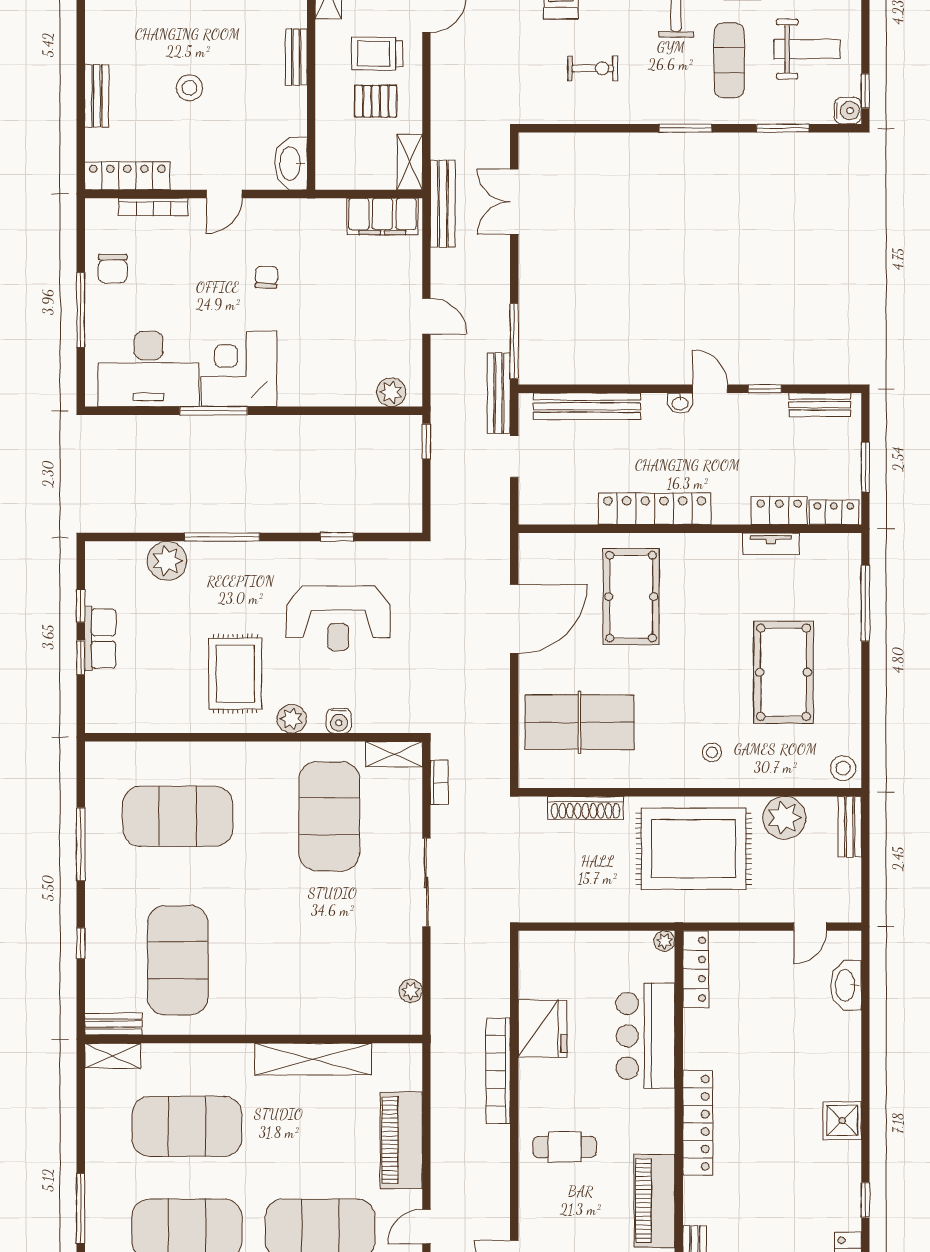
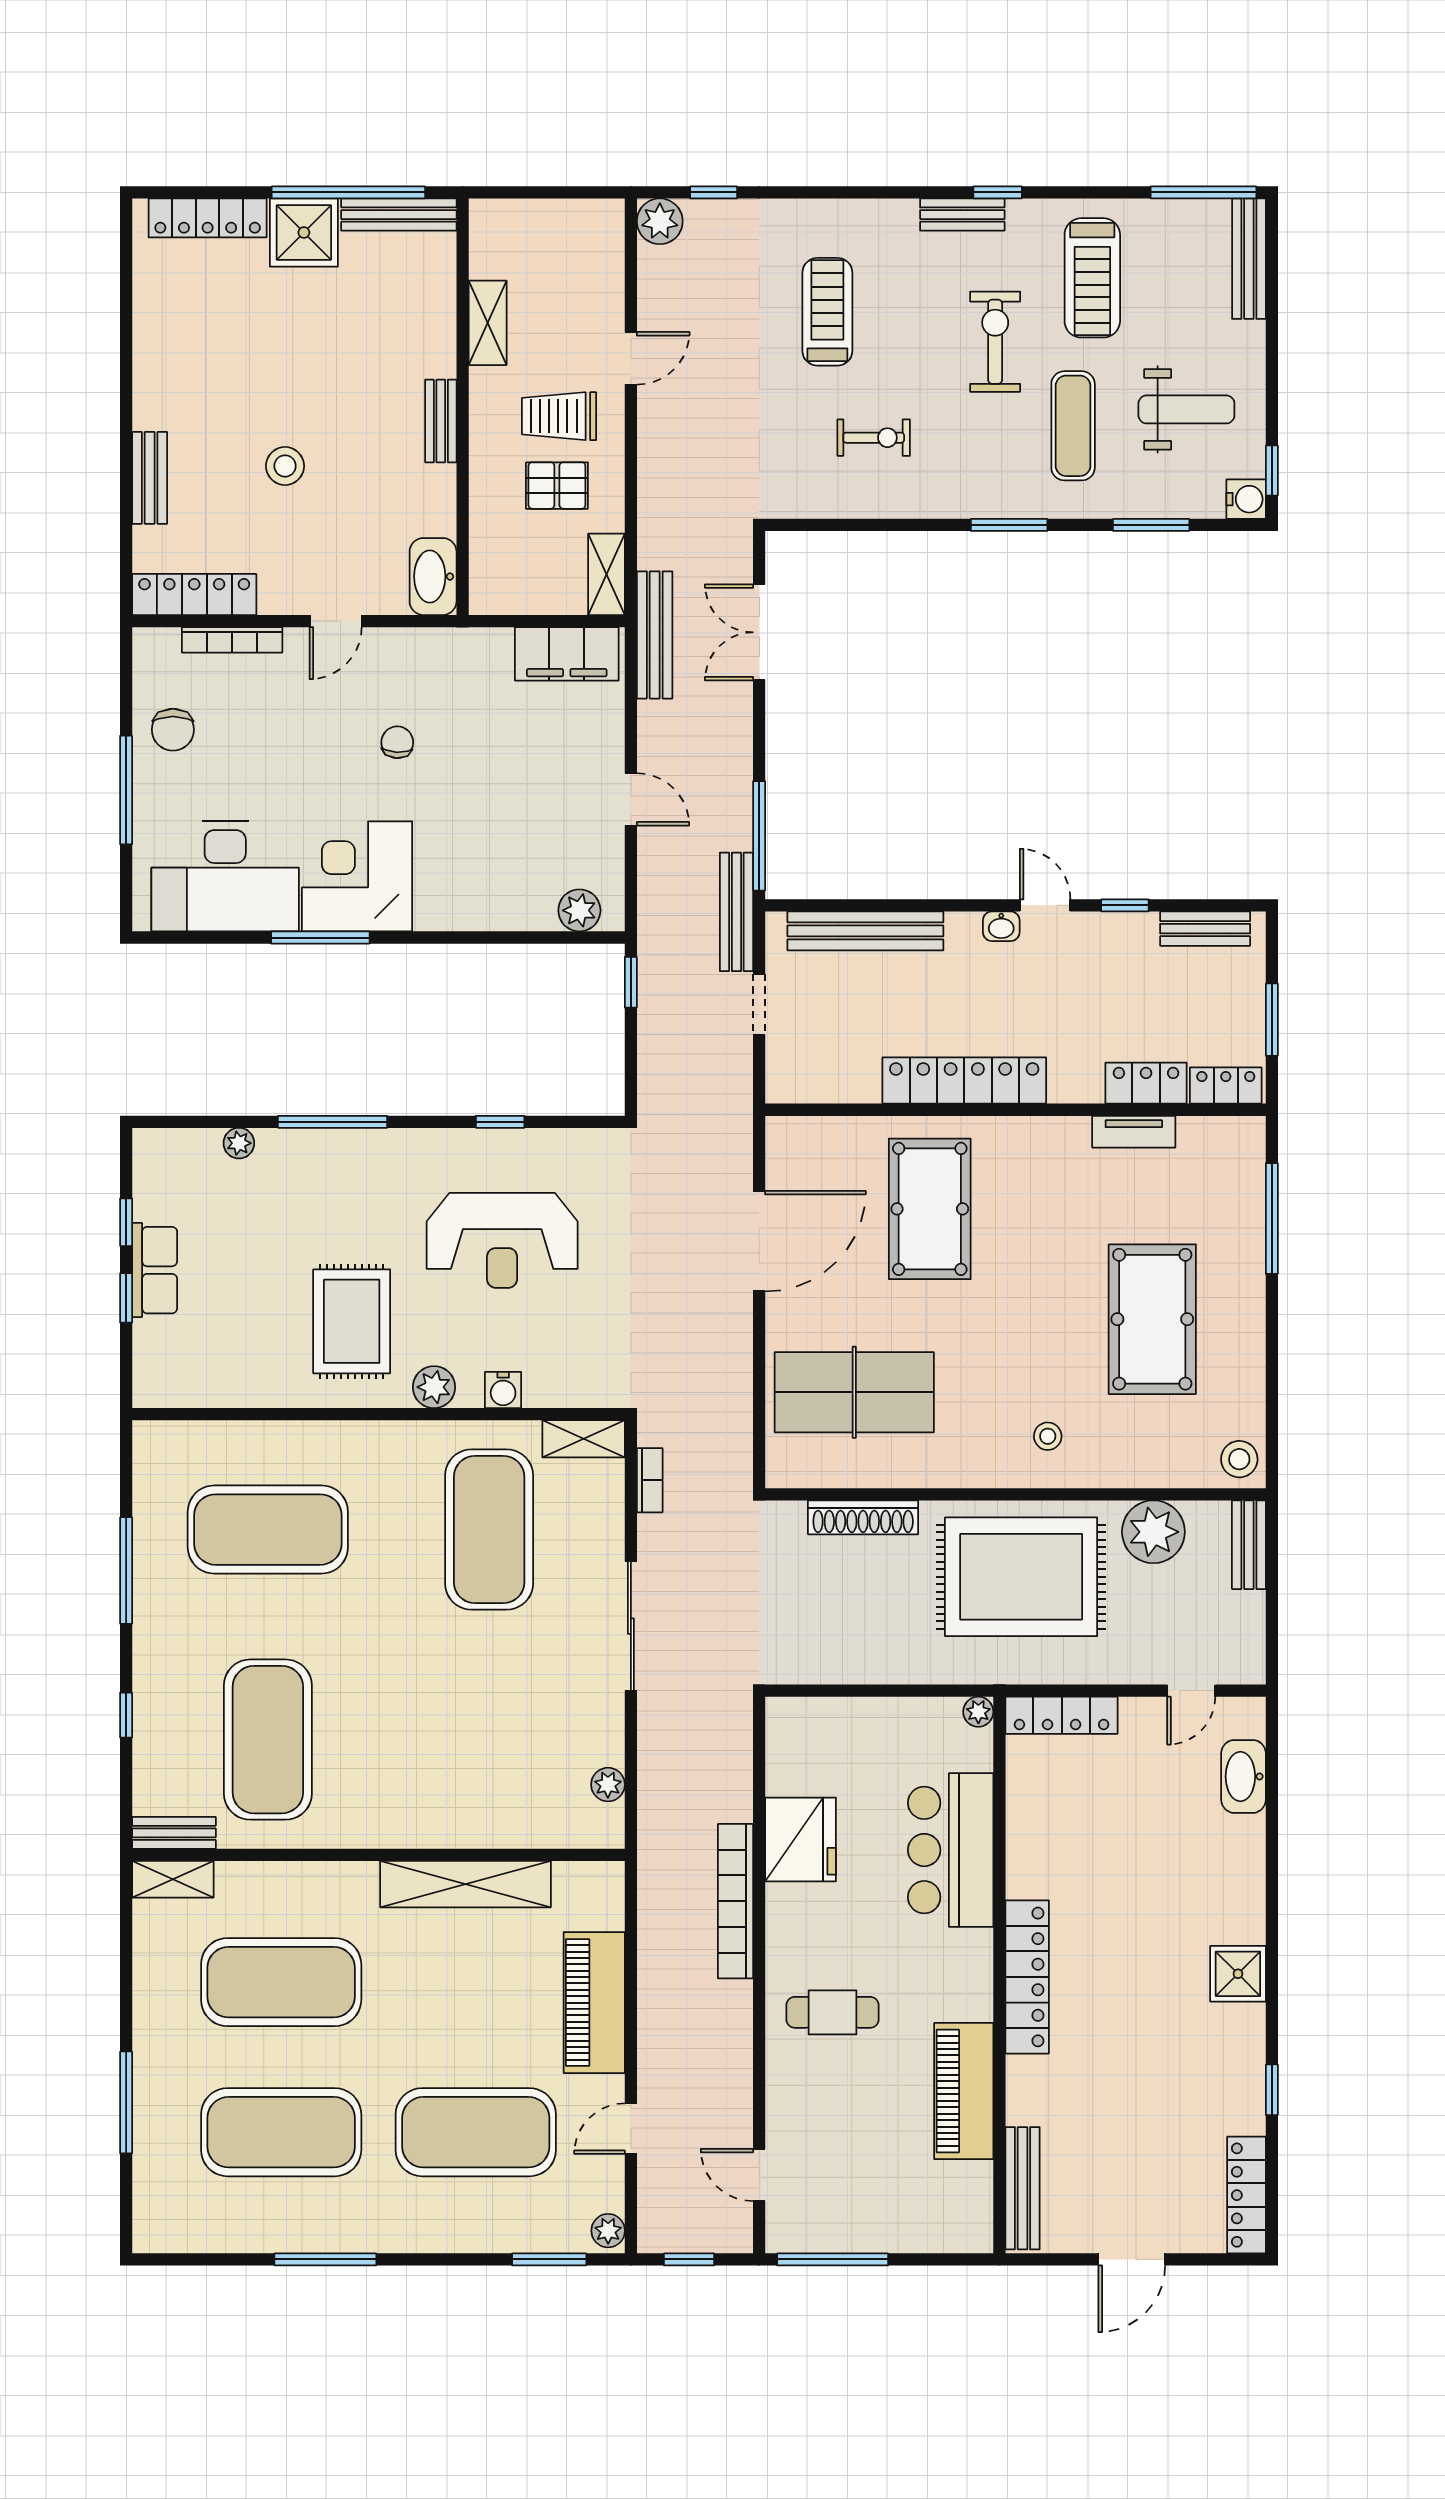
plant: (167, 561) -> (239, 1143), width x0.53, depth x0.53
locker: (696, 969) -> (1062, 1715), moved, turned 90

